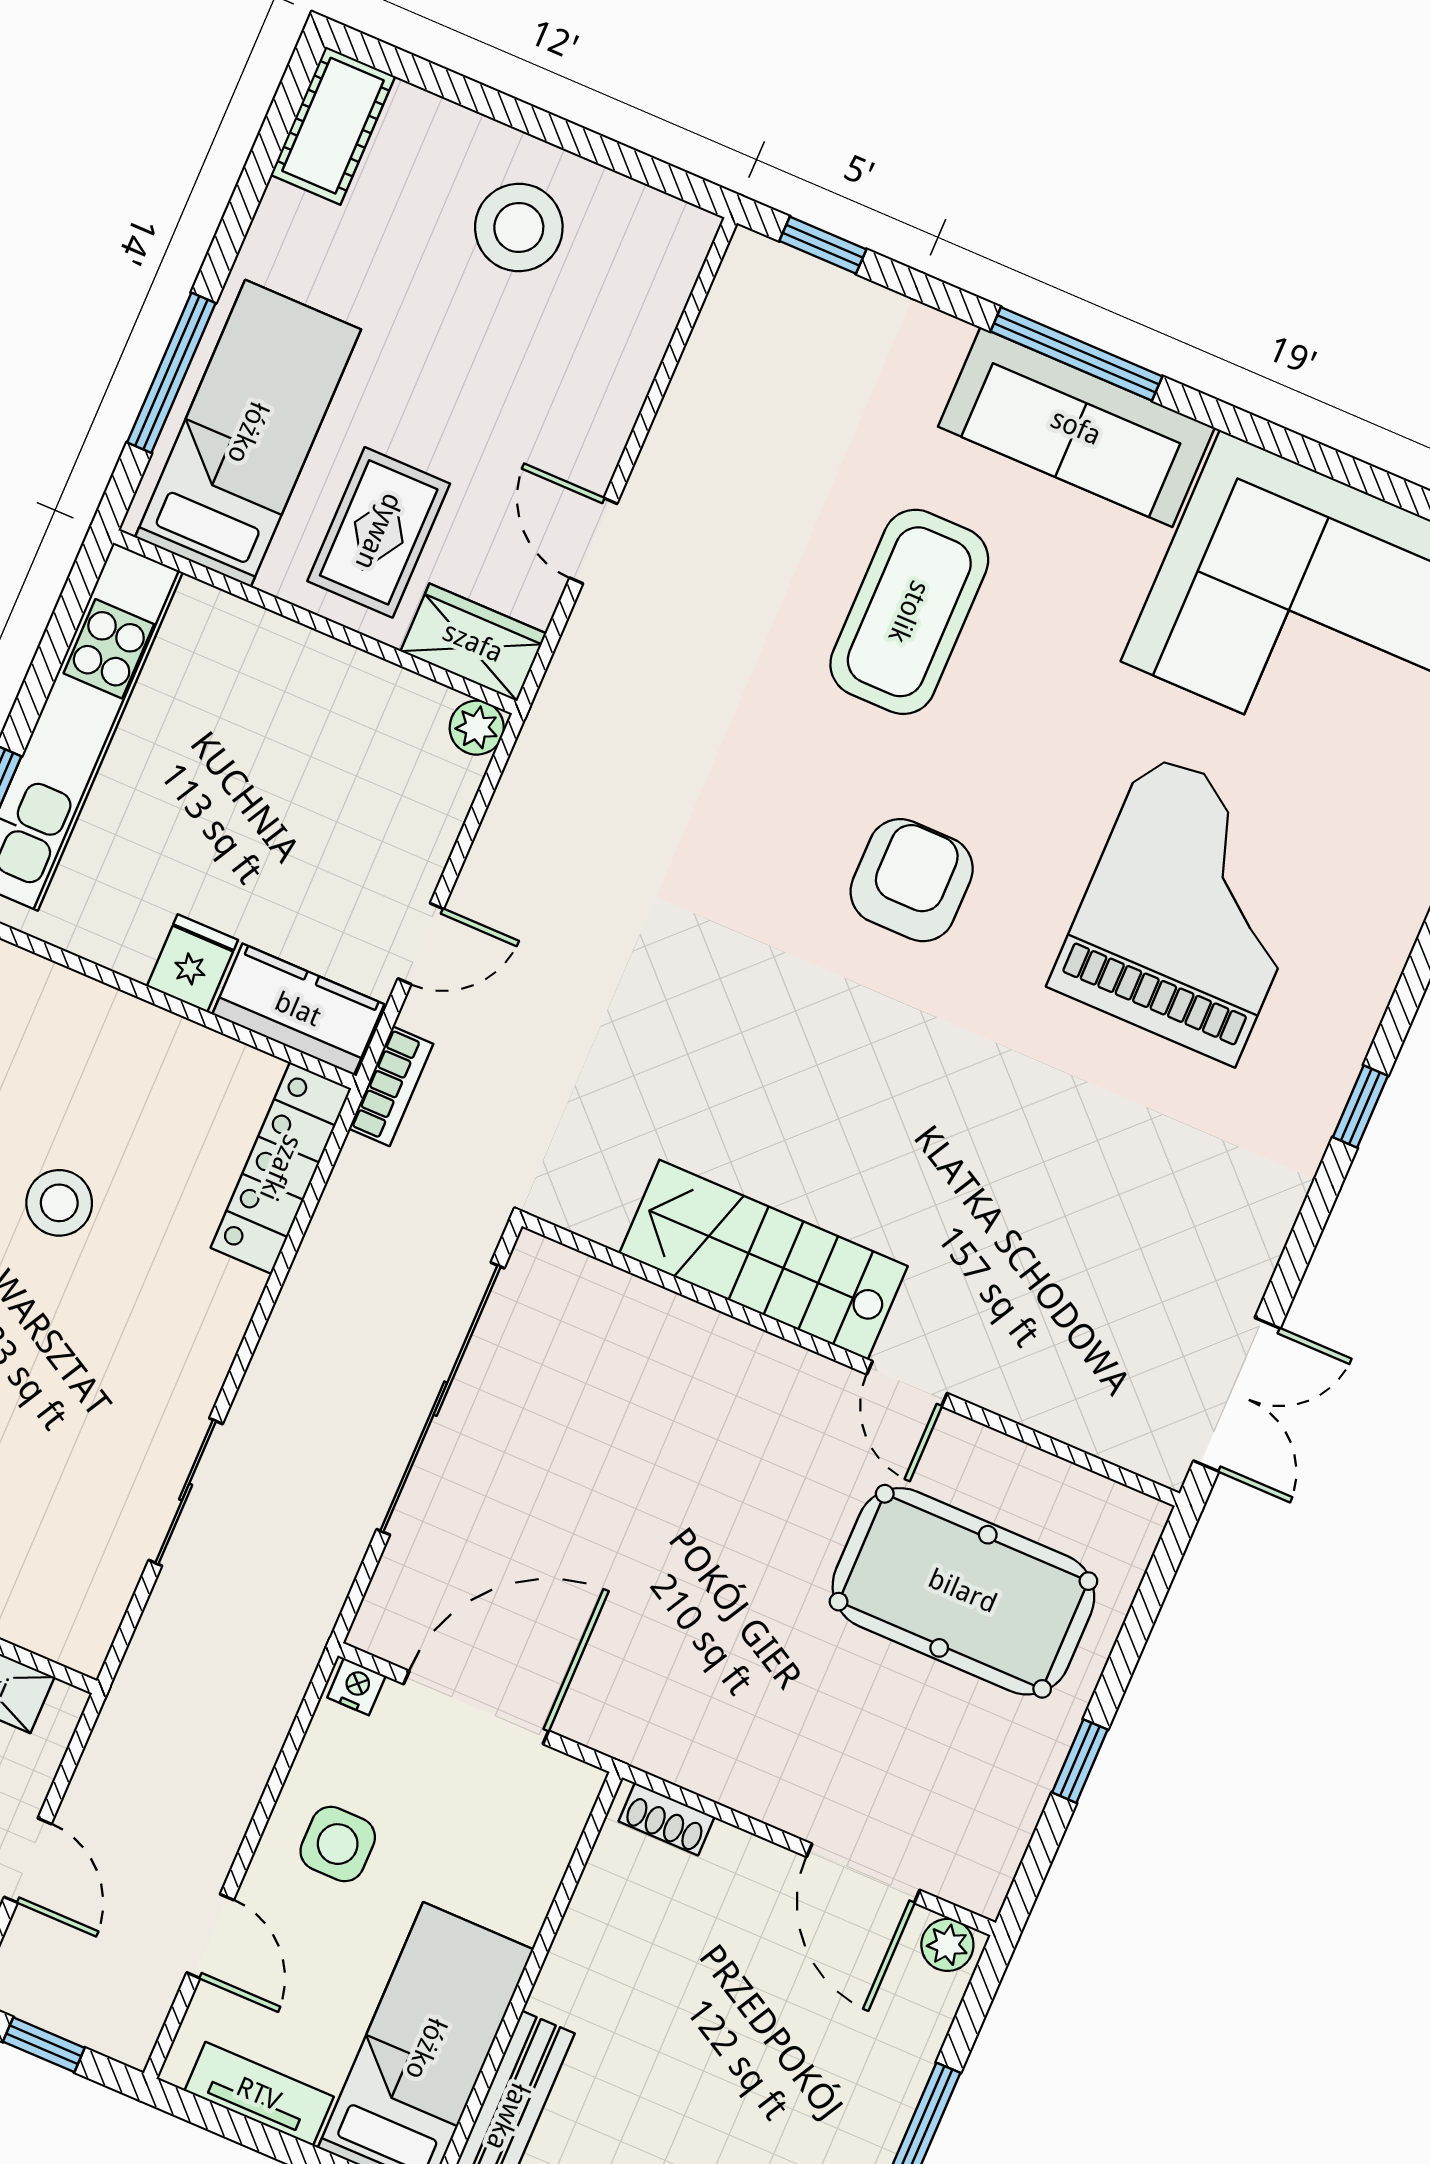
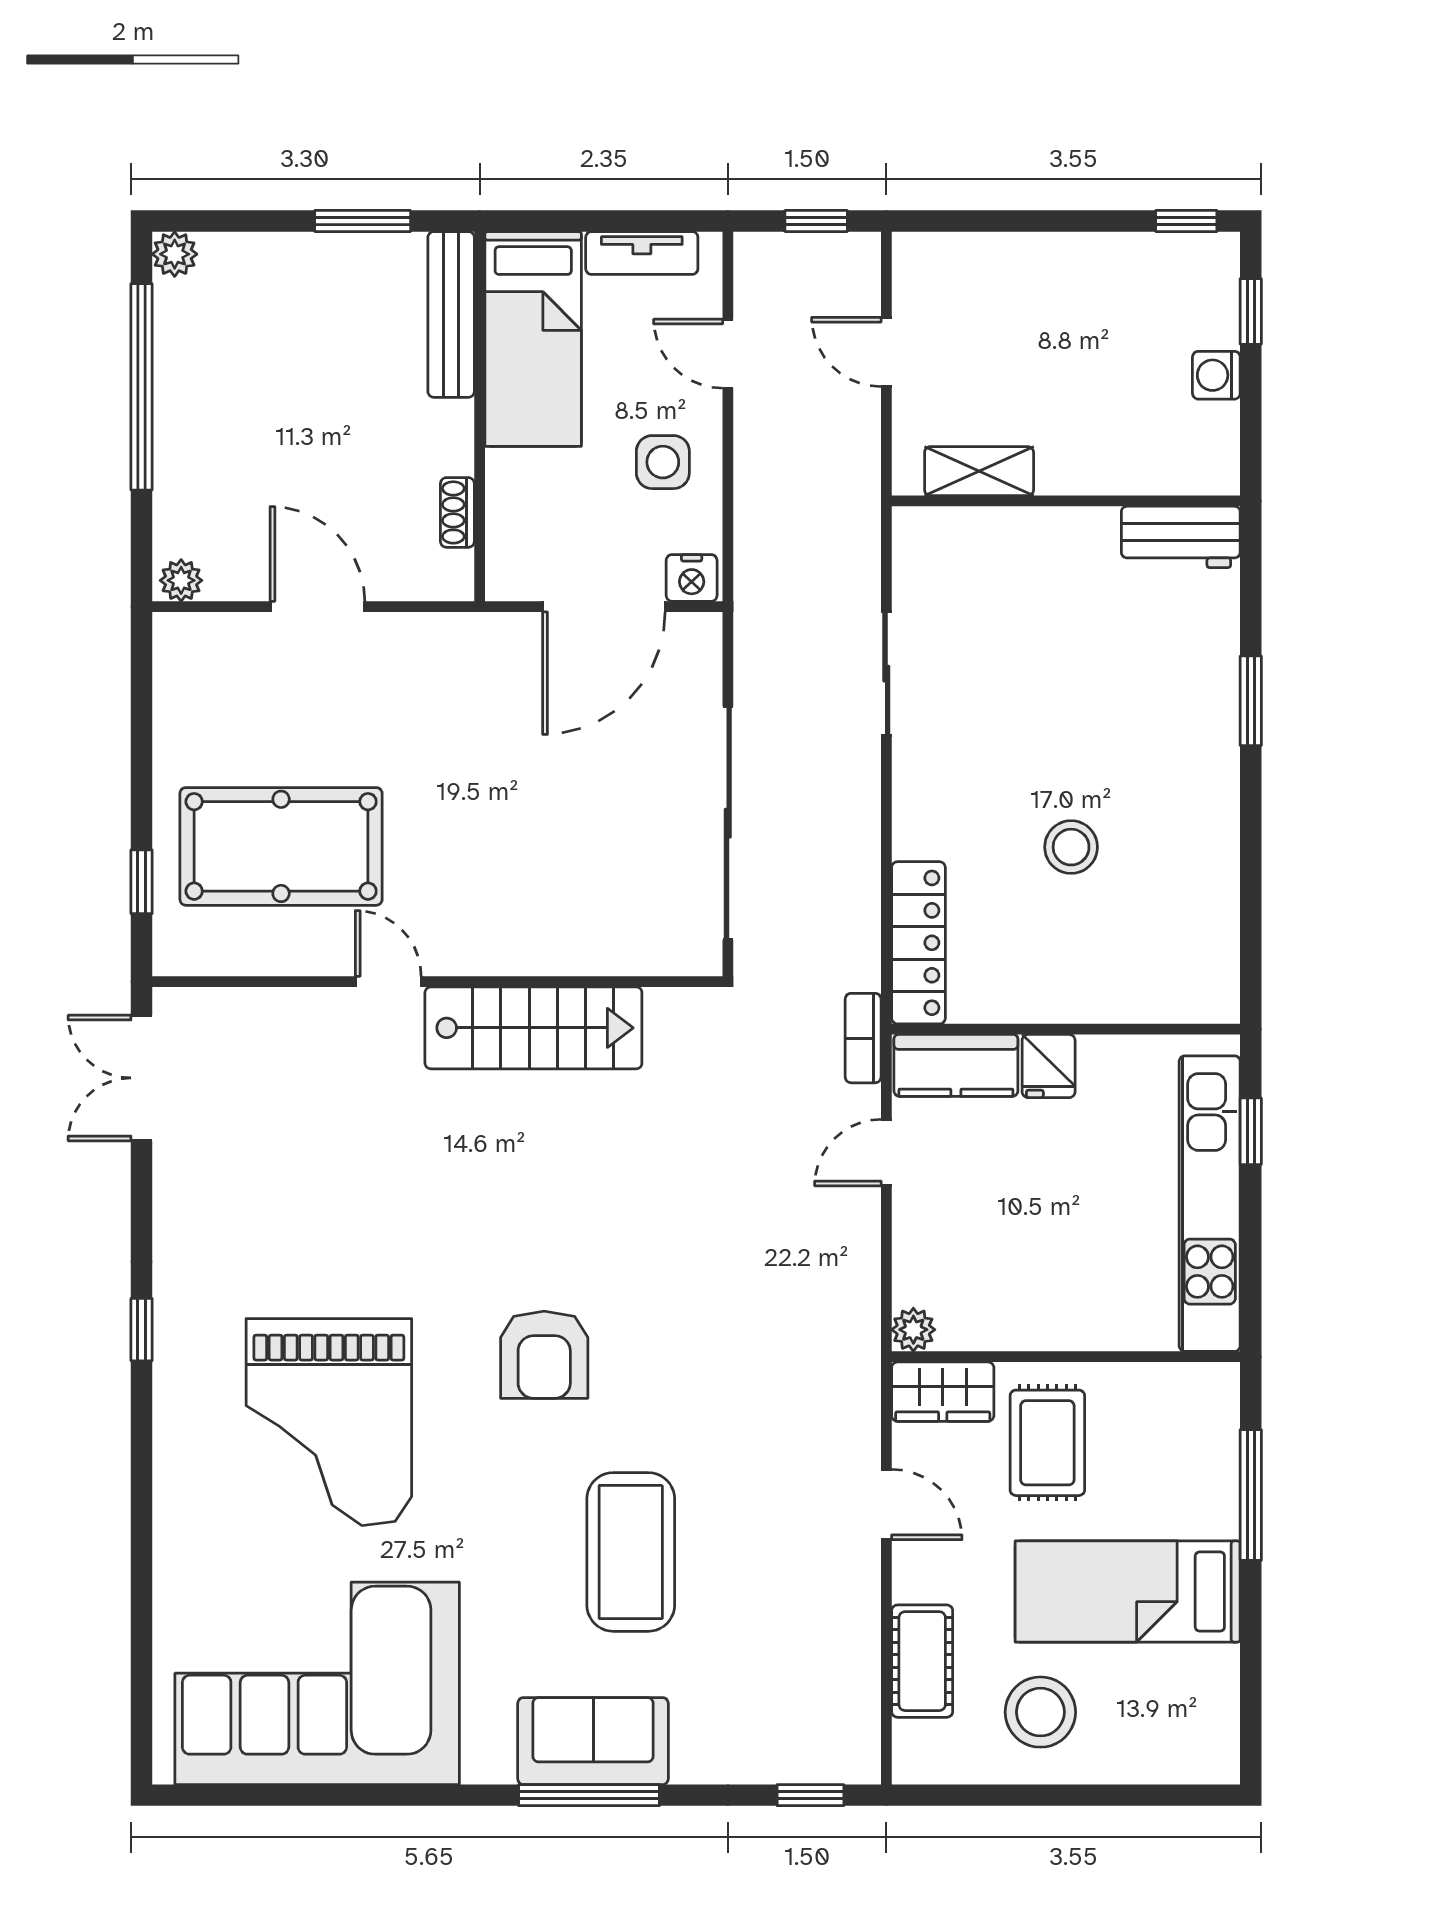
cot: (333, 126) -> (922, 1661), moved
sofa: (1076, 427) -> (593, 1741), width x0.73
bed: (248, 433) -> (1128, 1592), moved, turned 90
nightstand: (356, 1687) -> (692, 578), width x1.39, depth x1.35
window: (1080, 1761) -> (141, 882), moved
shoe rack: (667, 1819) -> (457, 512), moved, turned -90
door: (863, 1873) -> (317, 607), moved

